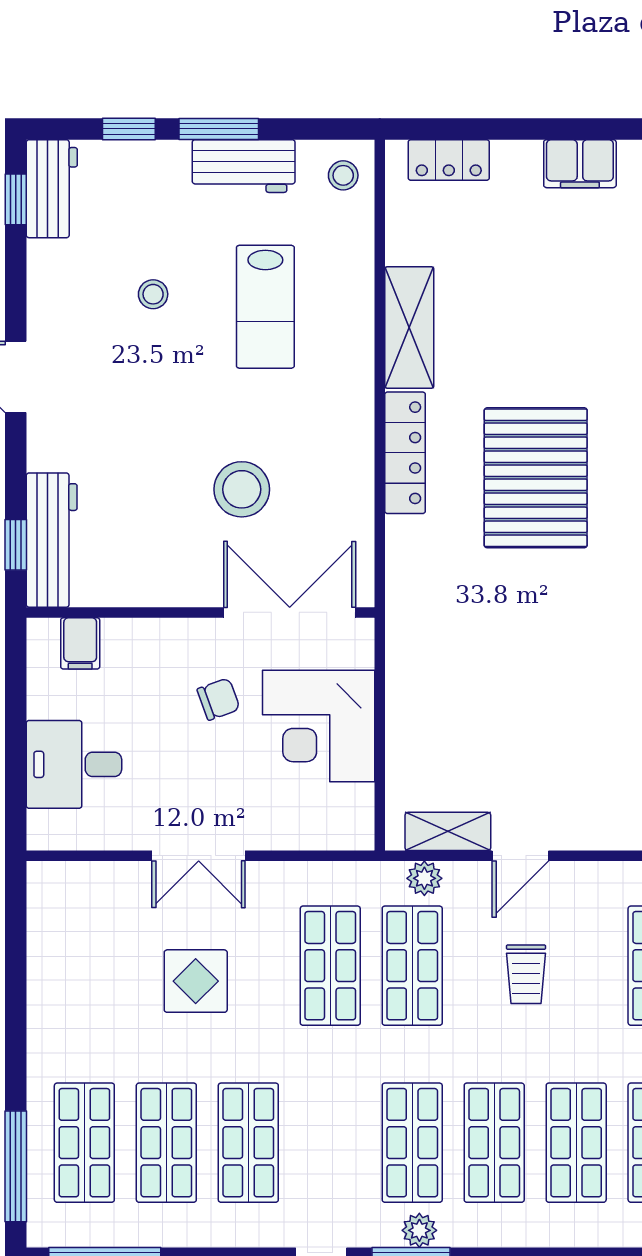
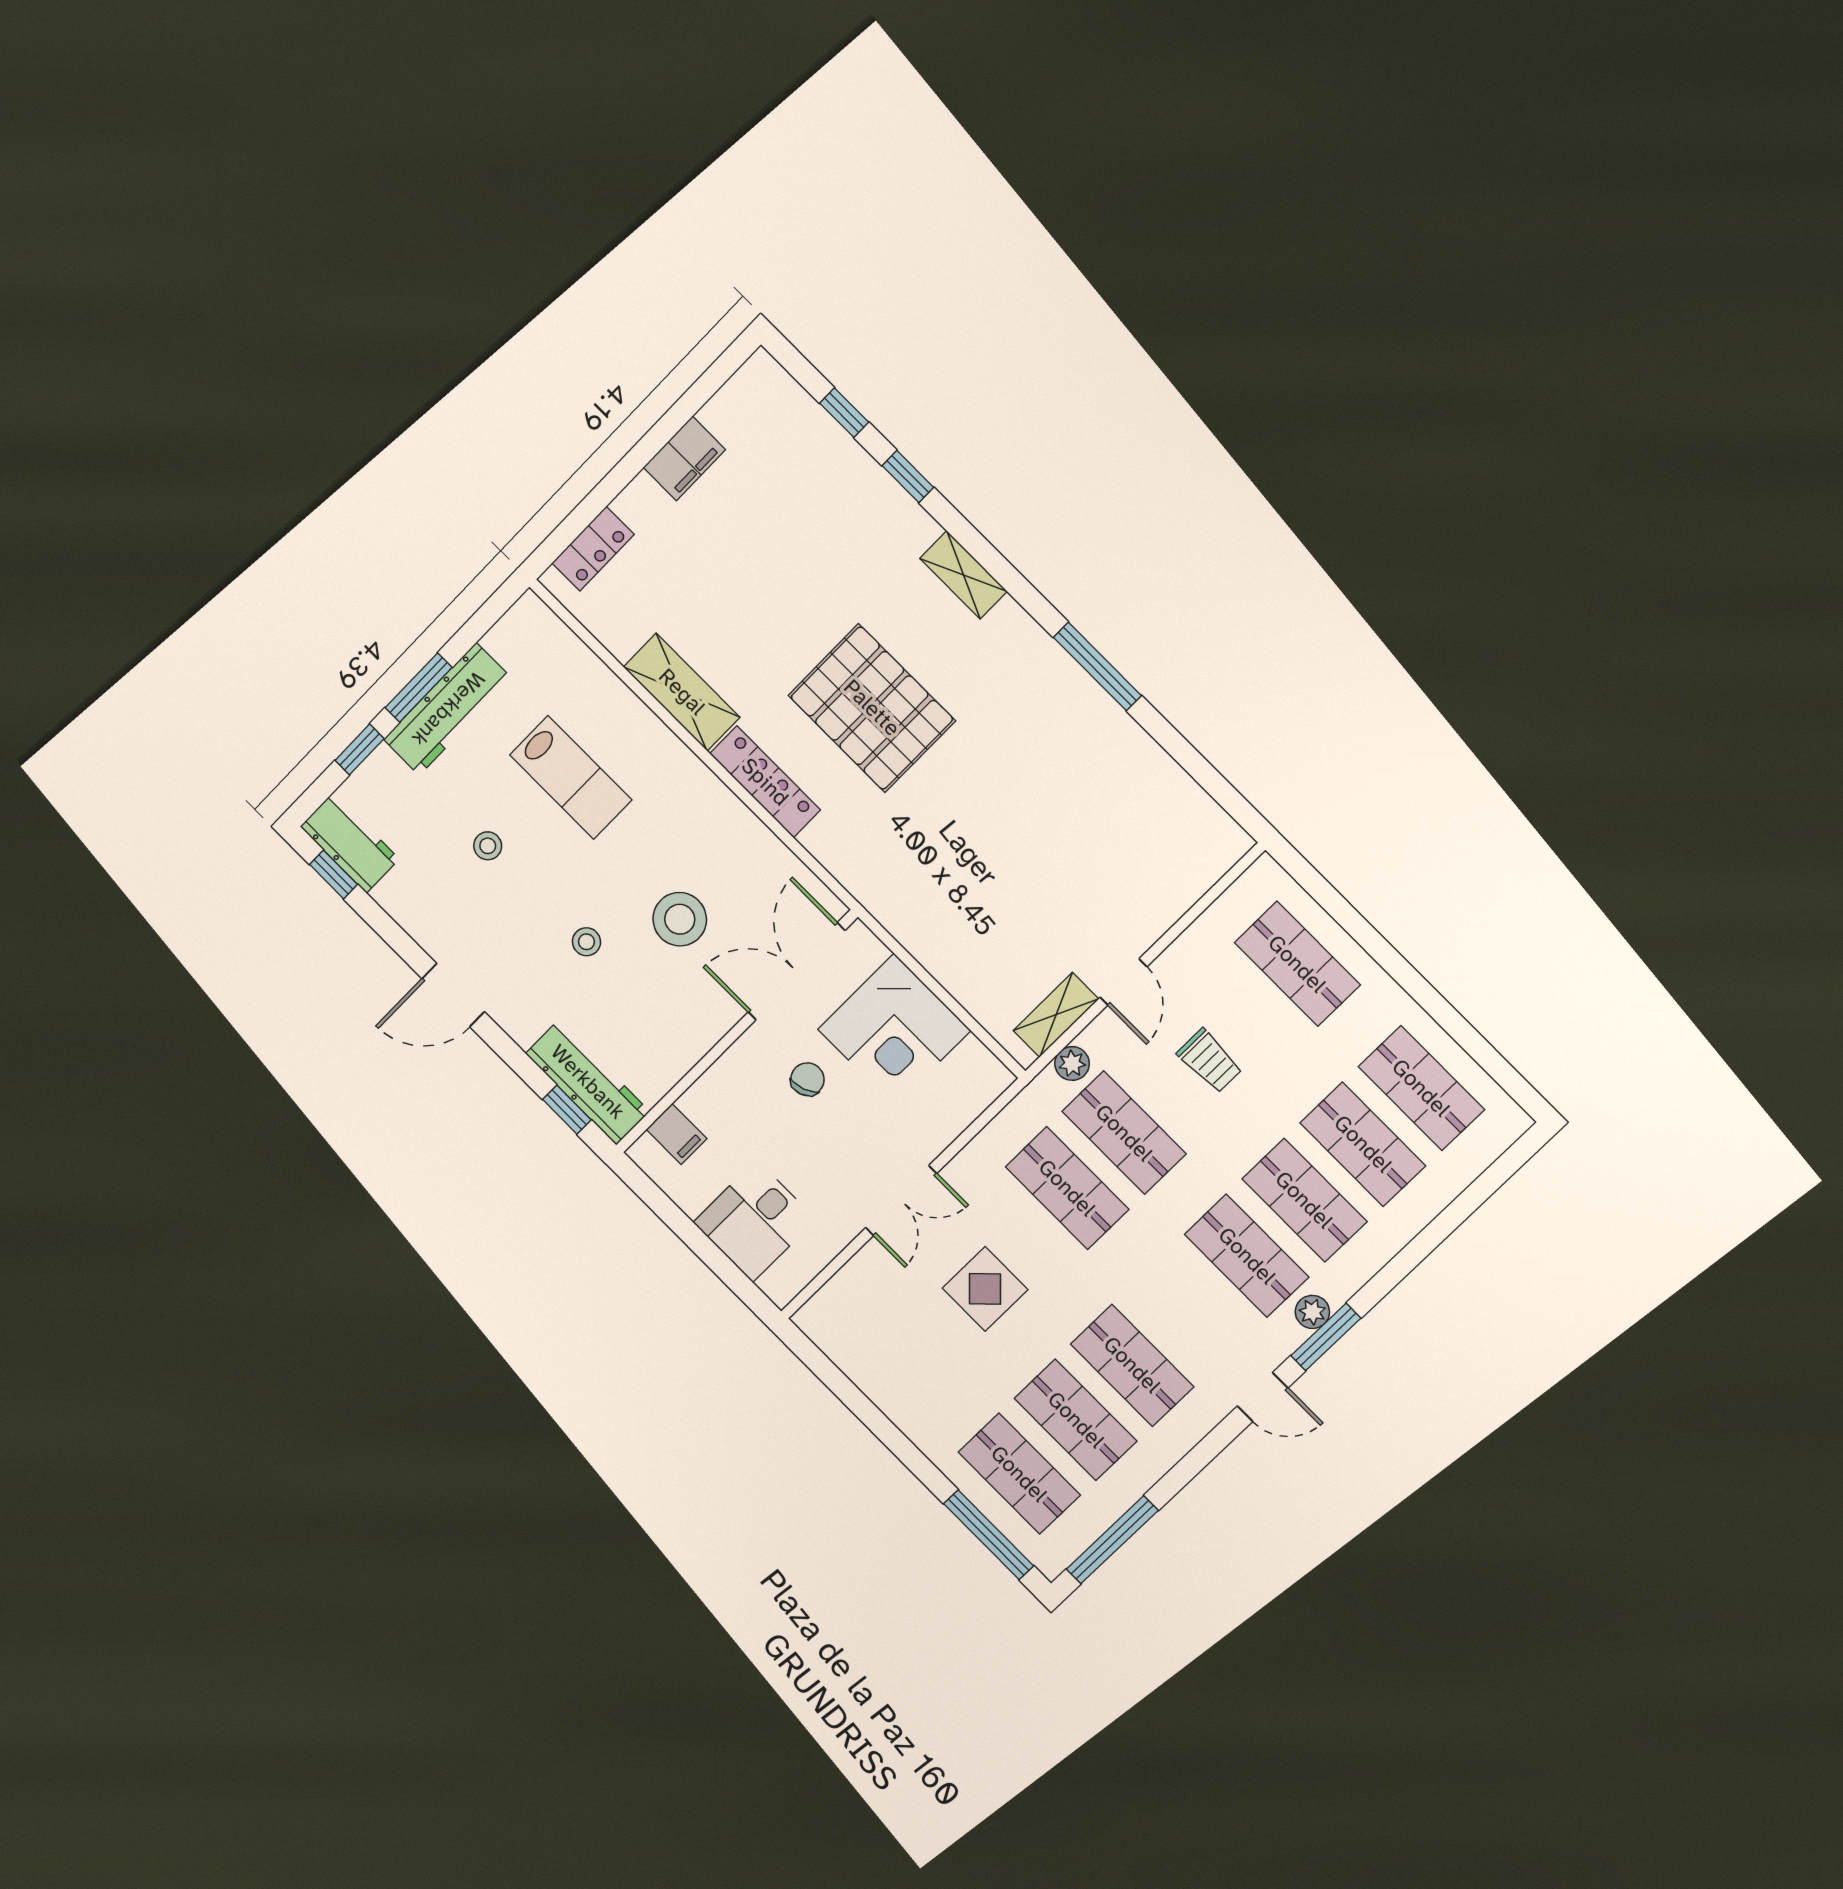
workbench: (244, 166) -> (448, 709), width x1.38
stool: (343, 175) -> (586, 942), moved

